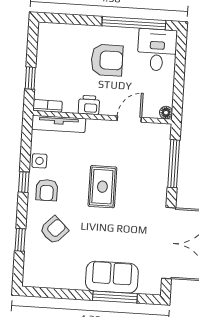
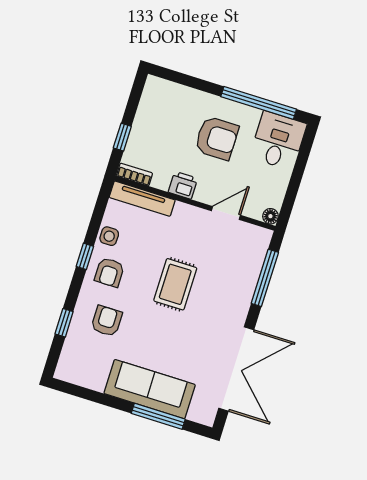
armchair: (54, 230) -> (107, 321), turned -44
sofa: (112, 277) -> (150, 389), width x1.36

